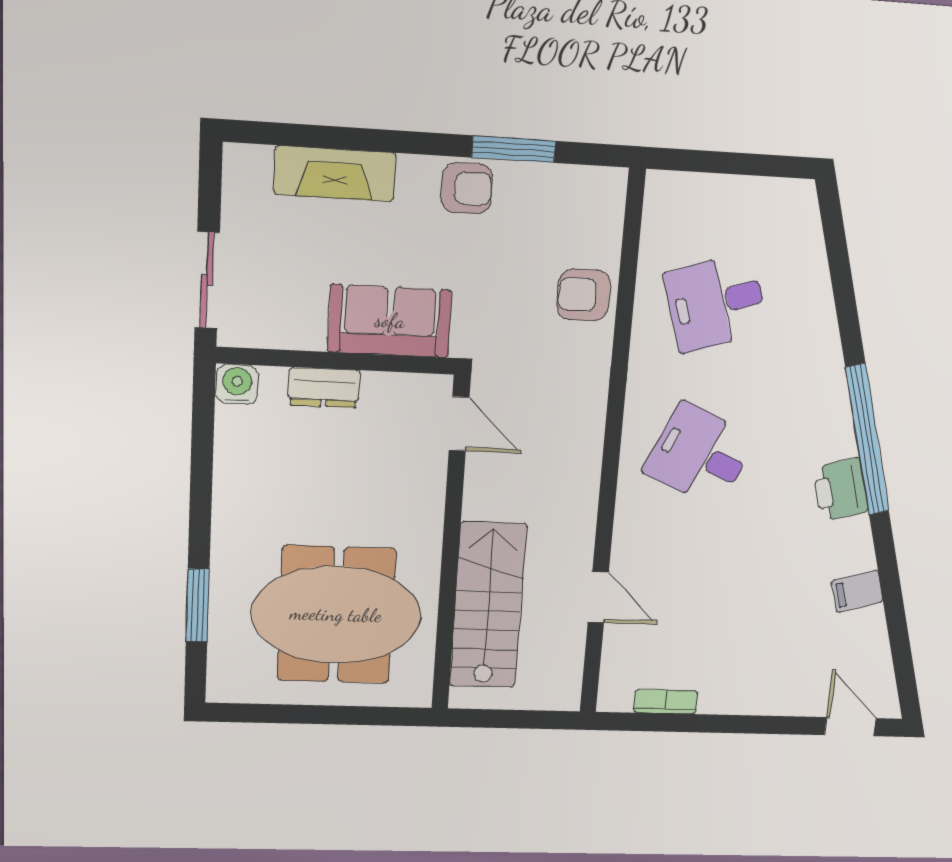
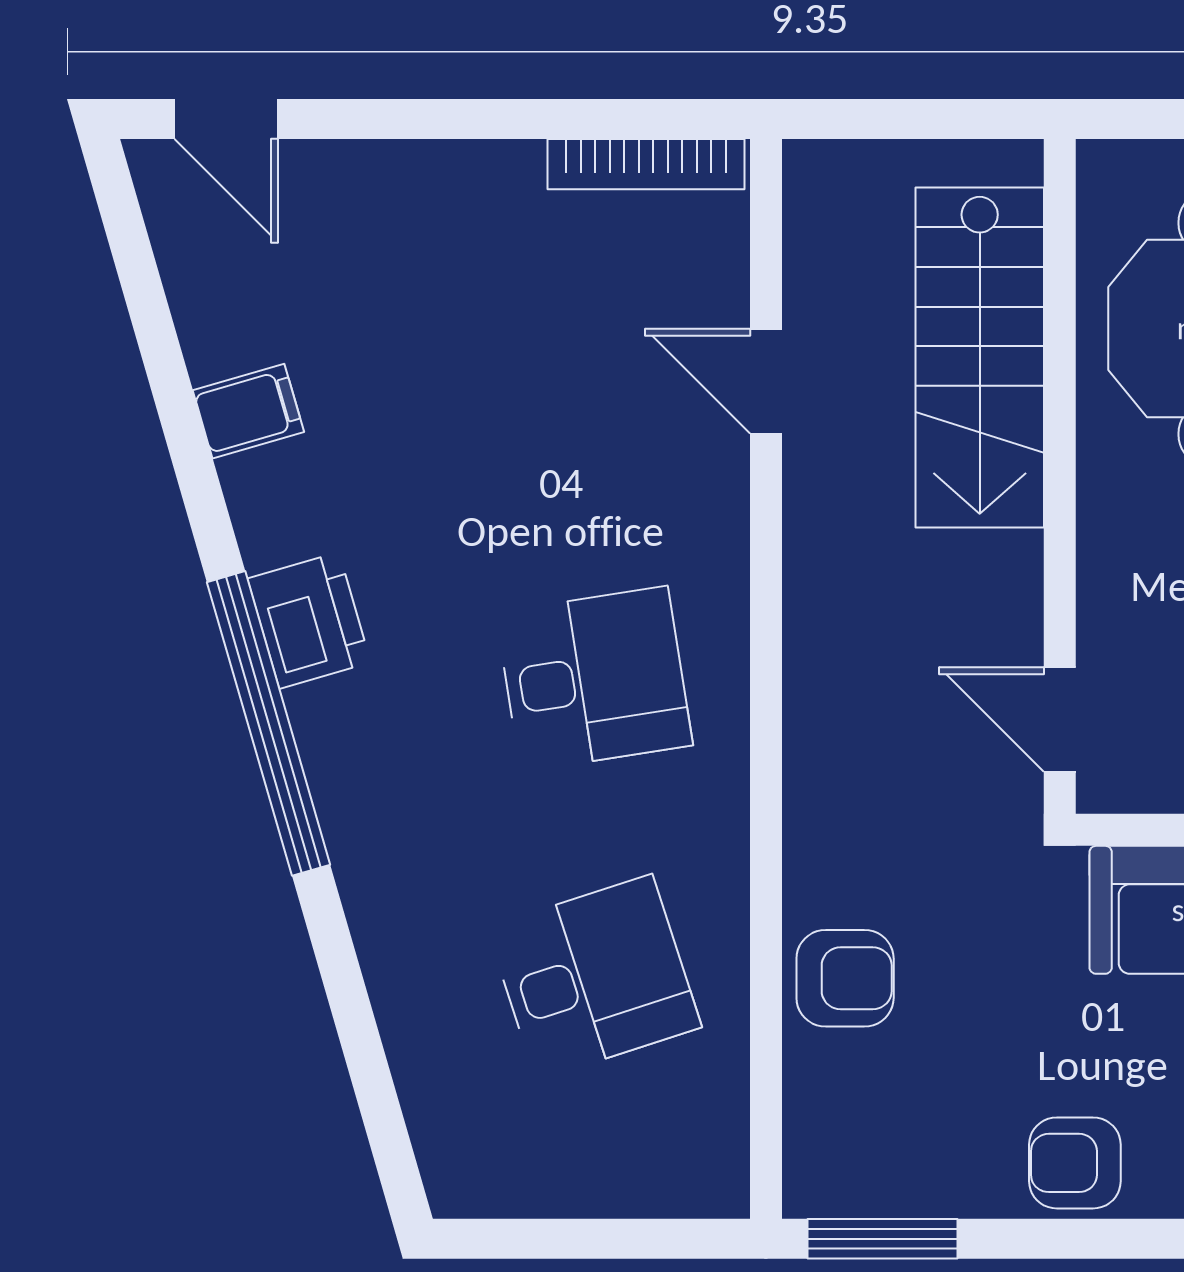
window: (514, 149) -> (882, 1239), moved
desk: (700, 455) -> (594, 679), turned -33
bookcase: (666, 702) -> (646, 164), width x1.56

